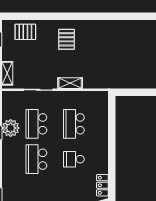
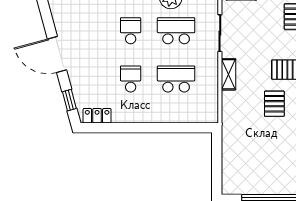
pallet: (93, 47) -> (274, 104), added
school desk: (36, 159) -> (131, 31), width x0.54

